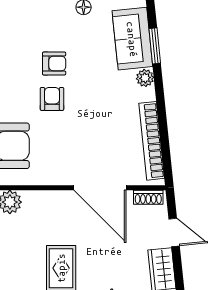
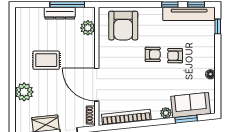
armchair: (54, 63) -> (175, 56), turned 90
door: (100, 188) -> (97, 85), hinge flipped

